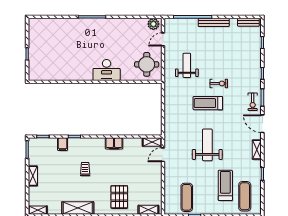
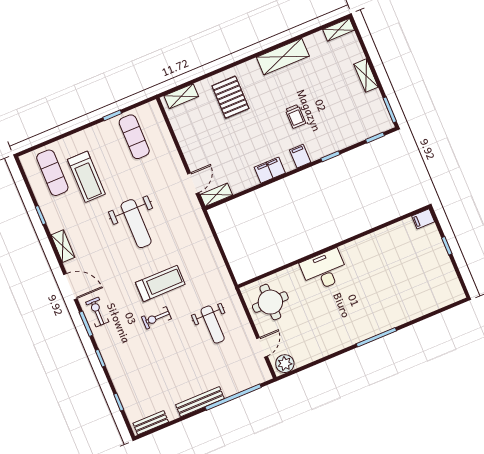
filing cabinet: (35, 76) -> (423, 219), added
filing cabinet: (63, 144) -> (300, 156), moved

